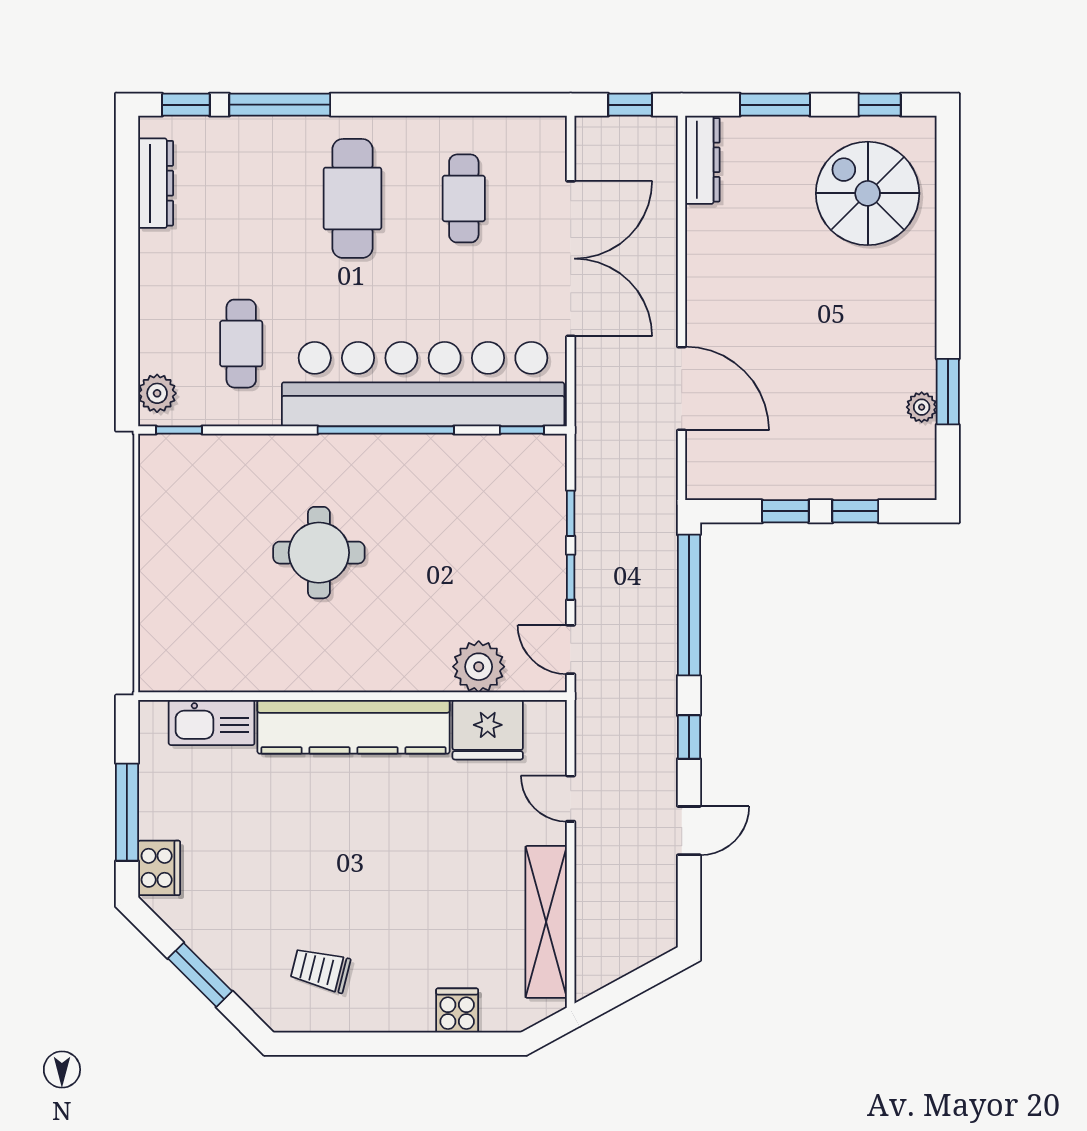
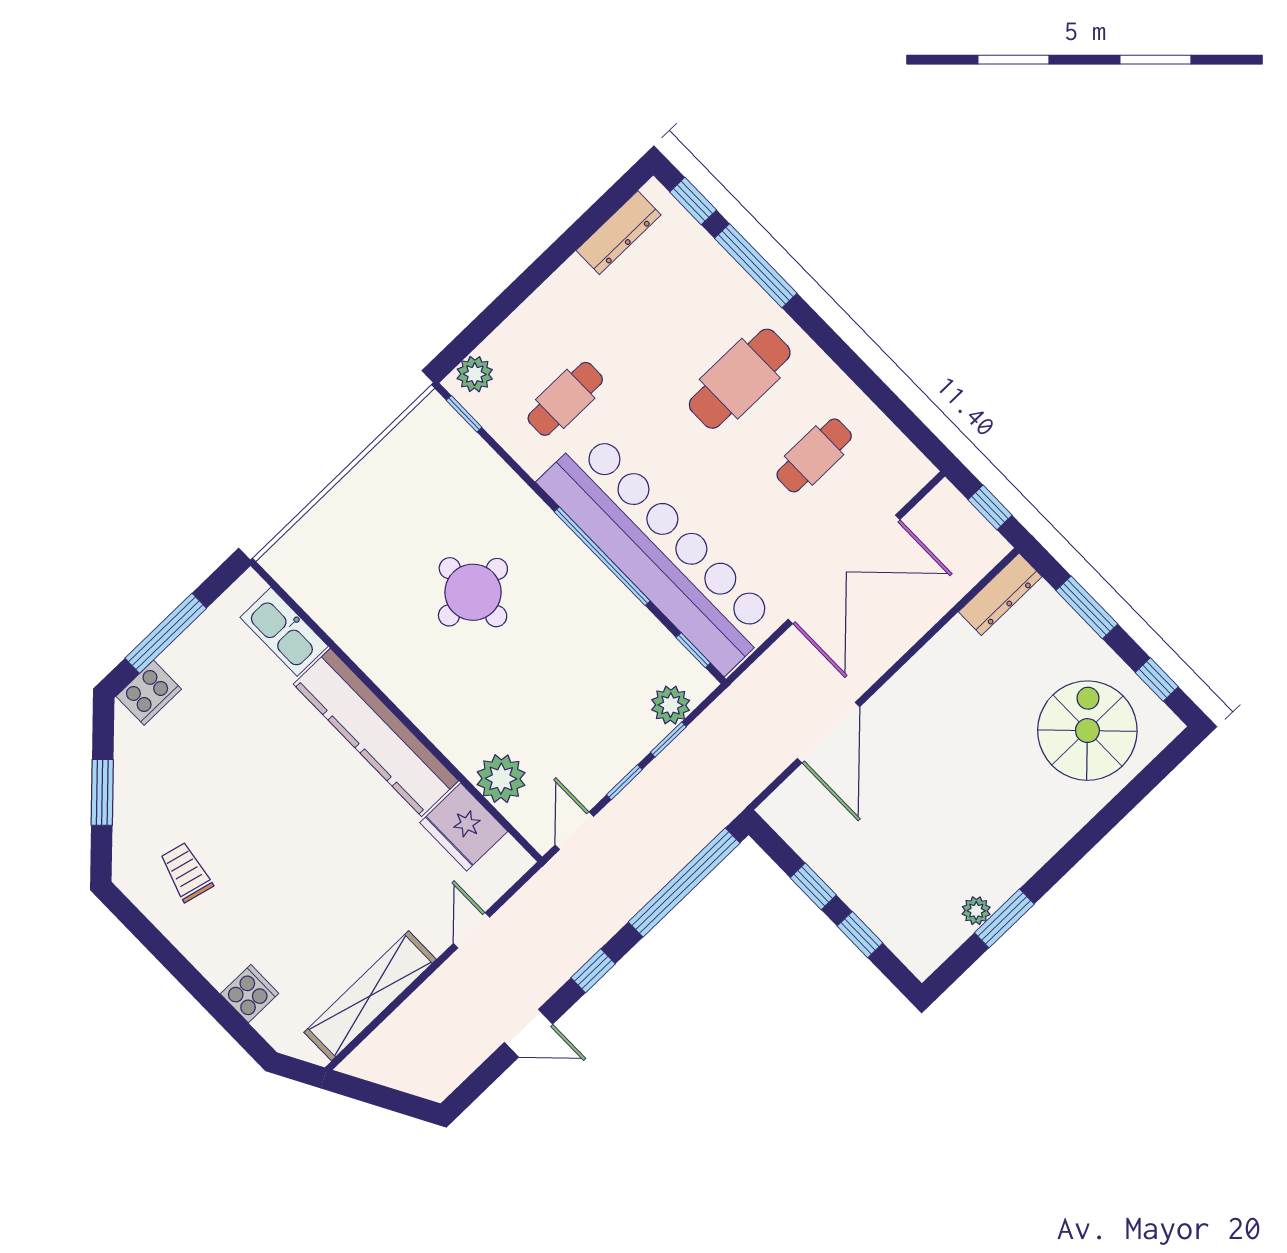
plant: (546, 487) -> (671, 705), added

